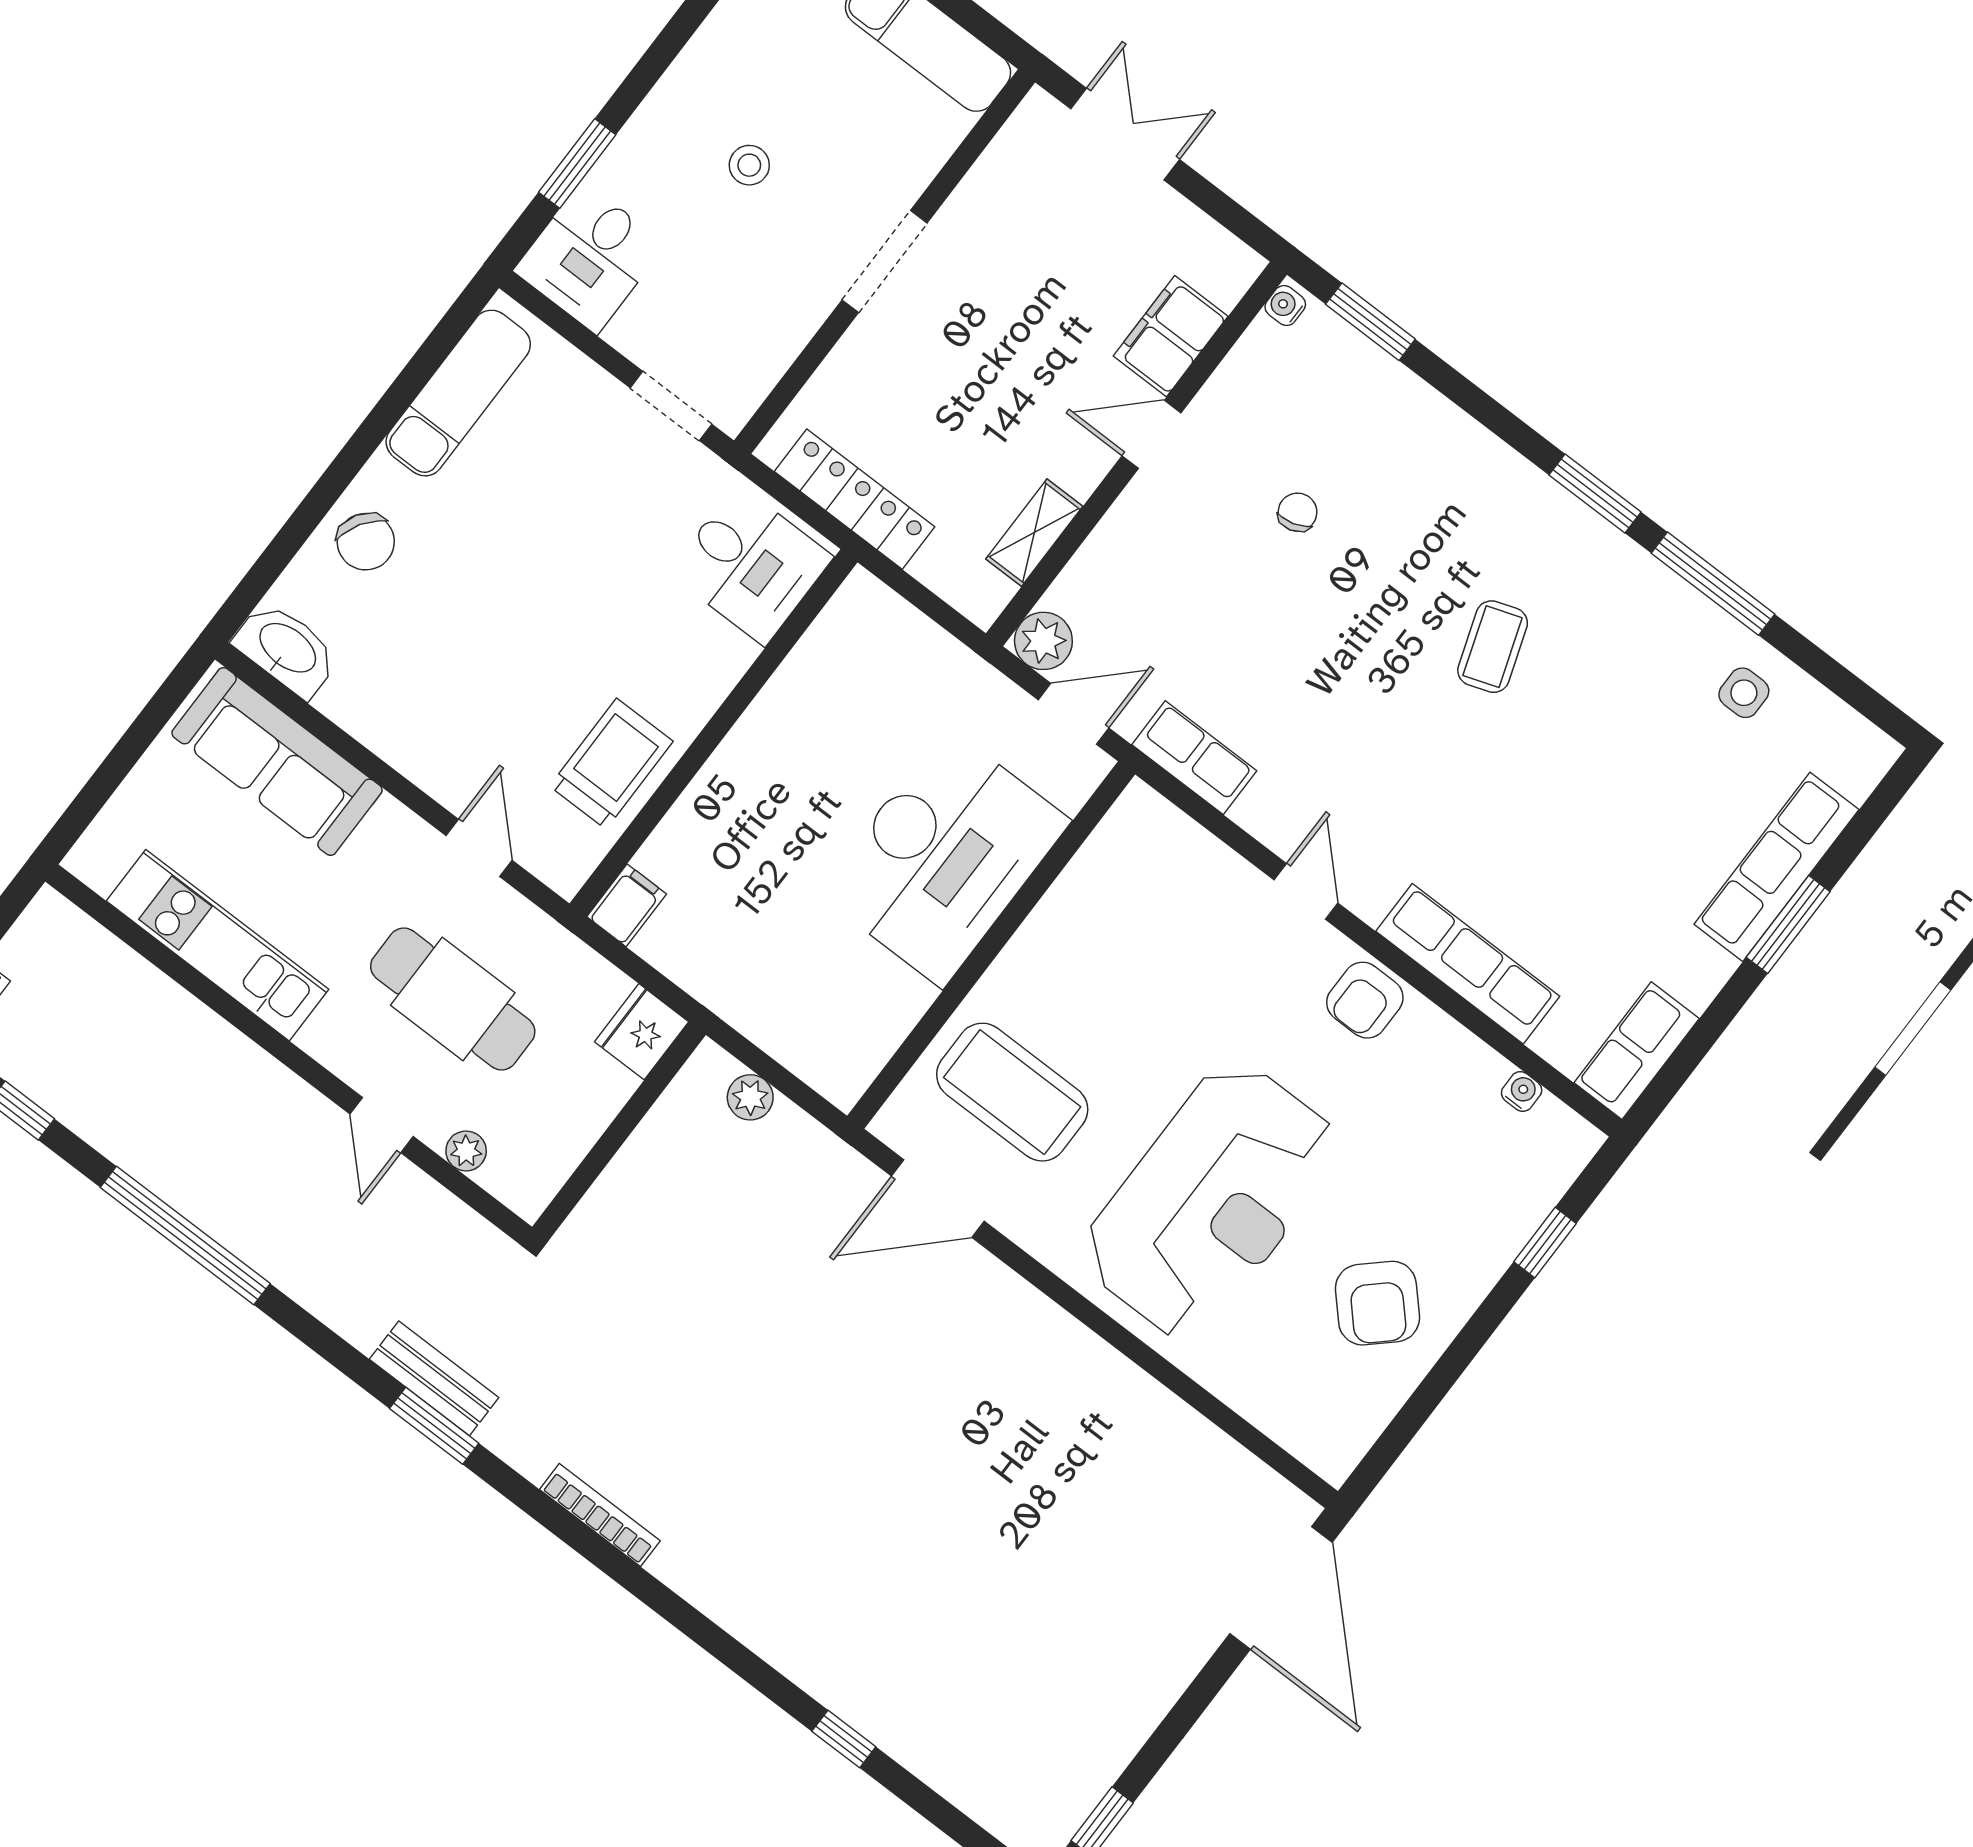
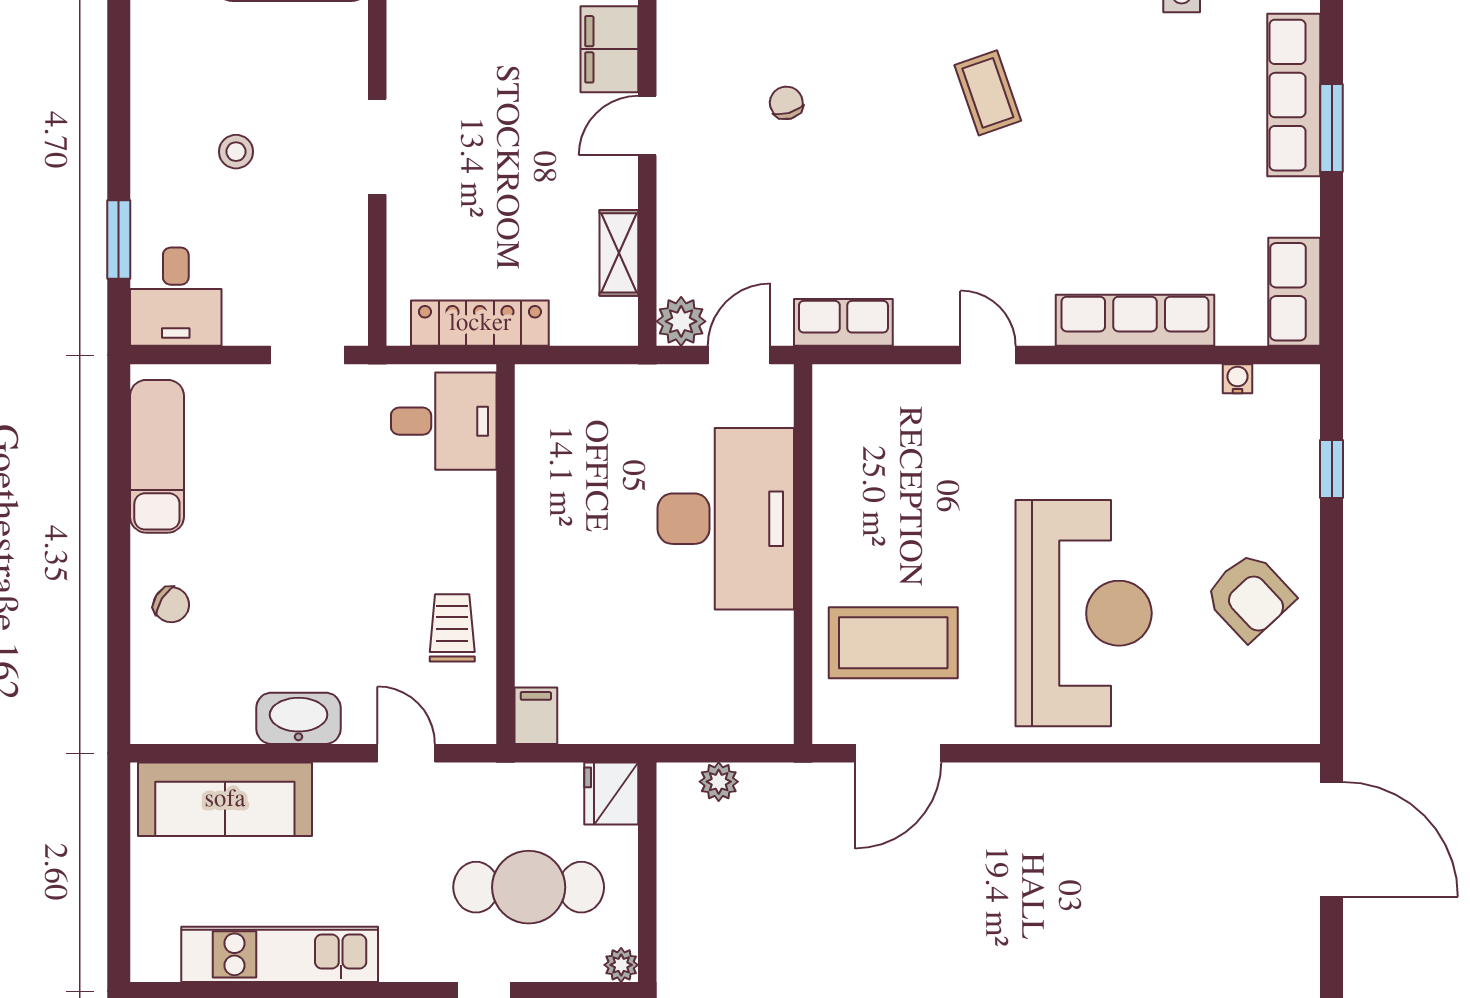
chair: (366, 542) -> (171, 605), width x0.73, depth x0.73
washbasin: (287, 649) -> (299, 718), moved
trolley: (611, 764) -> (452, 628), width x0.73, depth x0.72
cafe table: (453, 999) -> (529, 887), moved
armchair: (1365, 1000) -> (1084, 398), removed
plant: (466, 1151) -> (621, 965), moved

